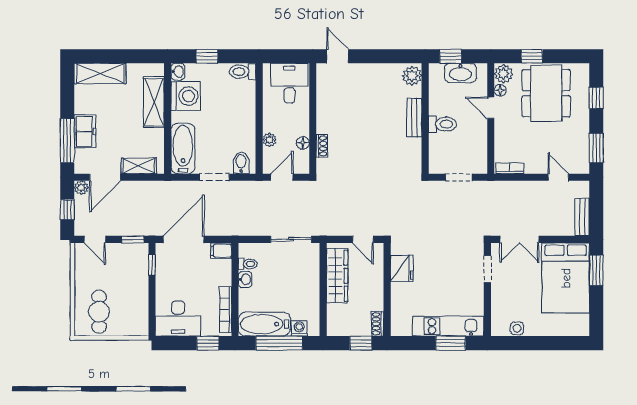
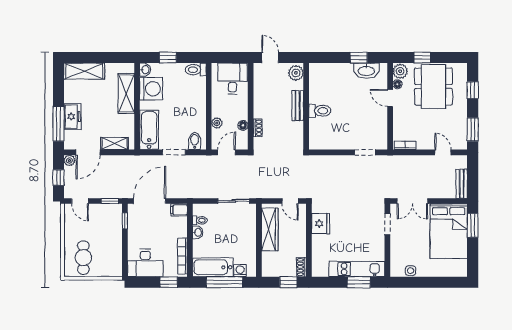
plant: (412, 76) -> (296, 73), moved
bench: (414, 118) -> (298, 106), moved
wall: (425, 118) -> (306, 106), moved
toilet: (442, 124) -> (320, 111), moved

